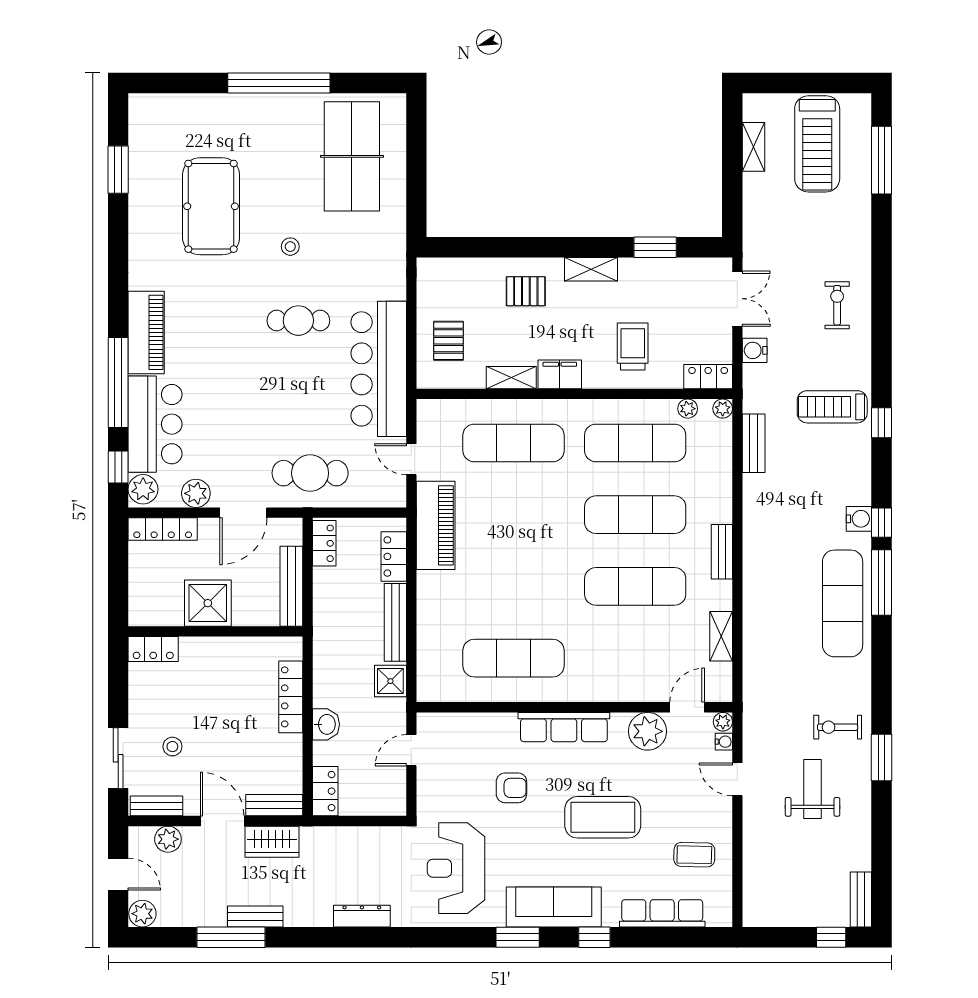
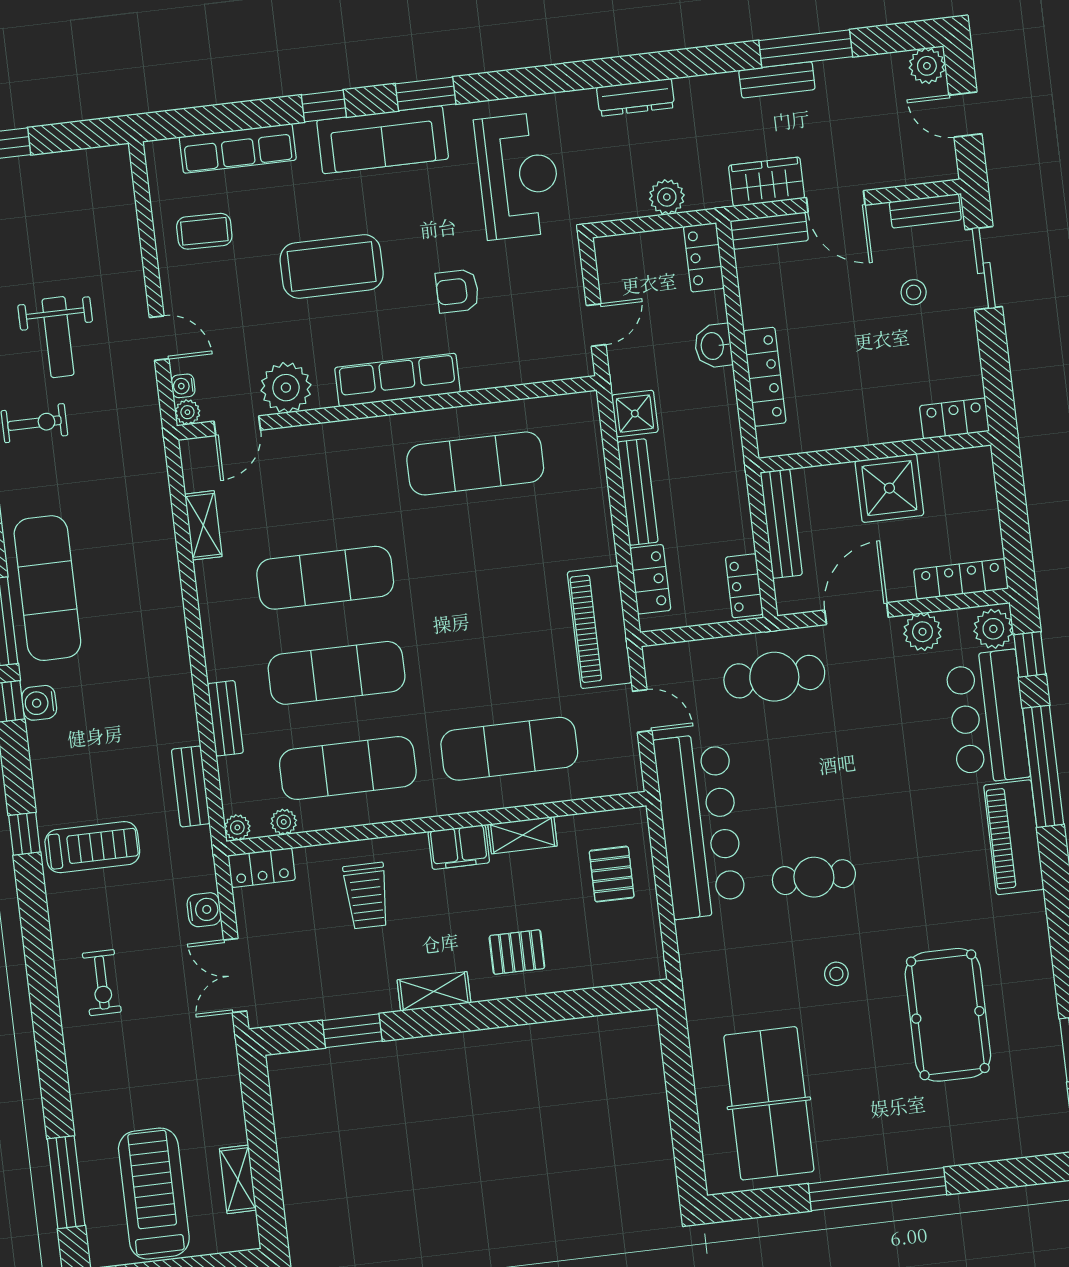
bench: (722, 552) -> (225, 718), moved
plant: (168, 839) -> (667, 197), moved

